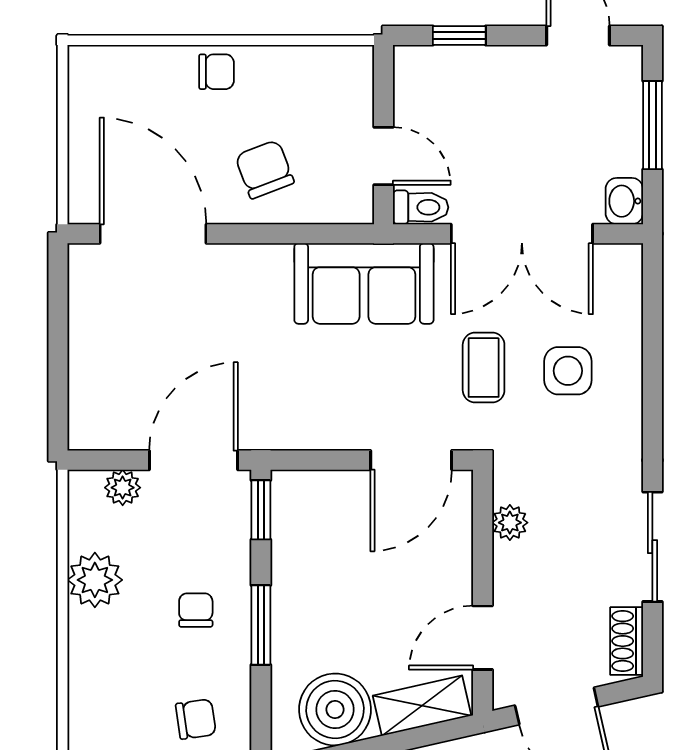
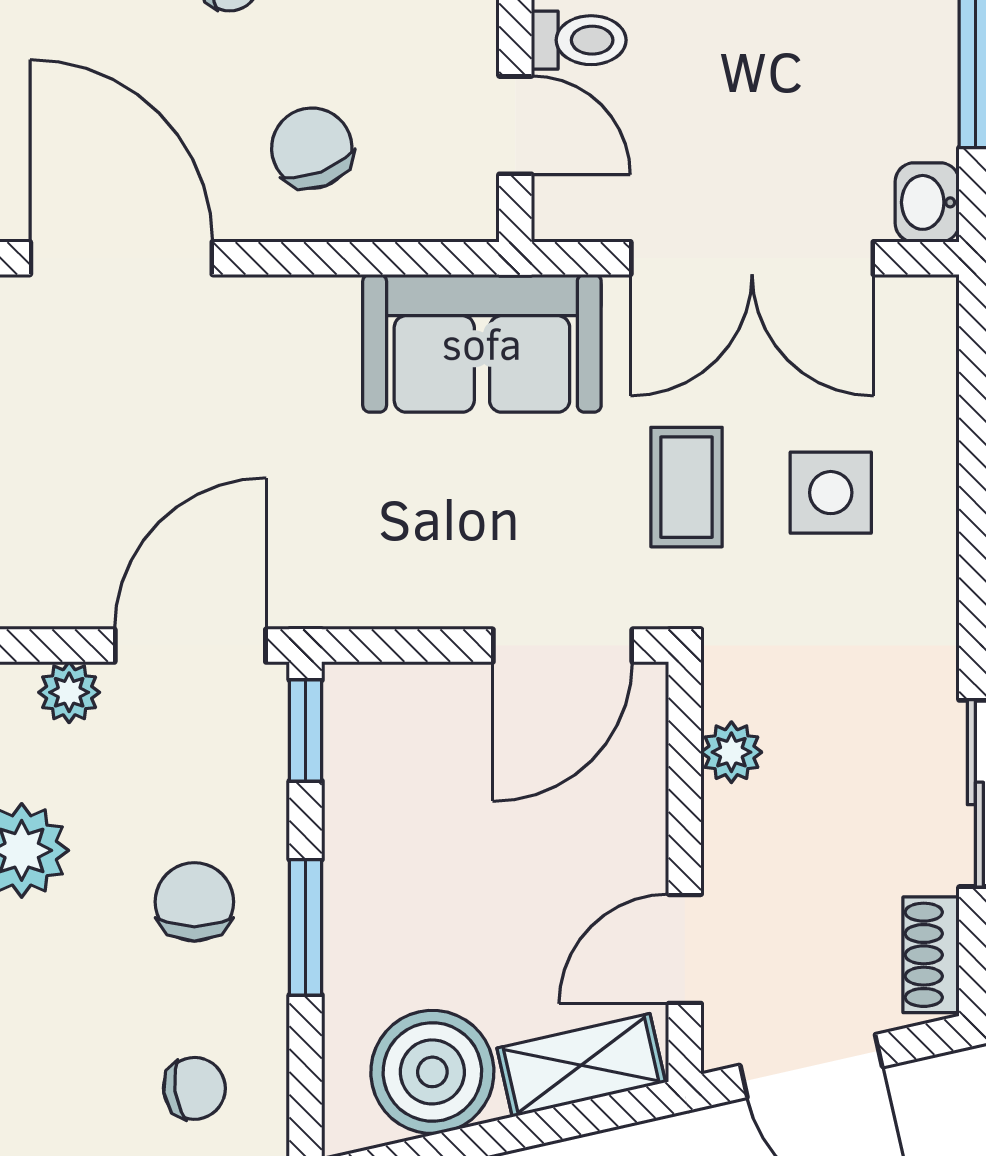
toilet: (421, 207) -> (579, 40), moved
chair: (196, 610) -> (194, 902), width x1.37, depth x1.37

